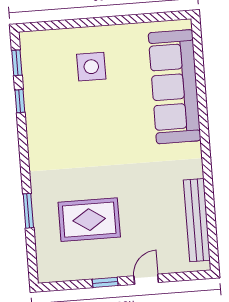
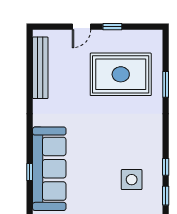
side table: (91, 67) -> (132, 180), moved
window: (200, 80) -> (30, 172), added
rug: (89, 220) -> (121, 74), width x1.37, depth x1.44

